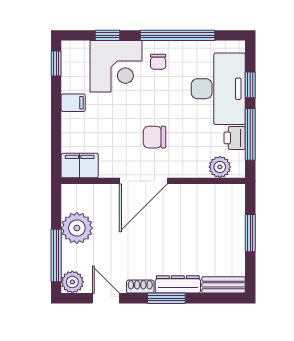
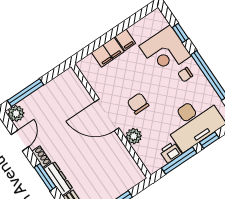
window: (56, 64) -> (142, 13), removed
filing cabinet: (80, 166) -> (108, 52), moved, turned 90
plant: (220, 167) -> (134, 136), moved
plant: (77, 228) -> (51, 94), removed

